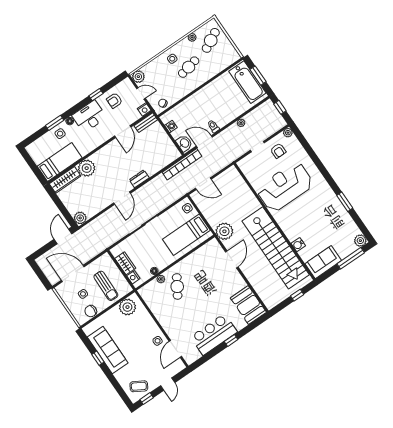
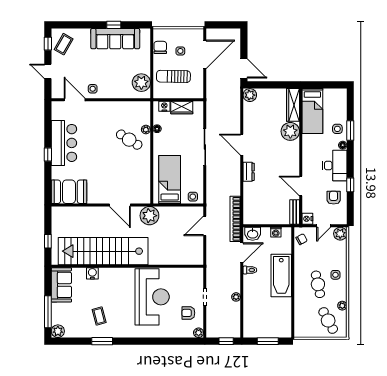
bathtub: (247, 82) -> (281, 276), moved, turned -90
coffee table: (327, 217) -> (99, 316), added

